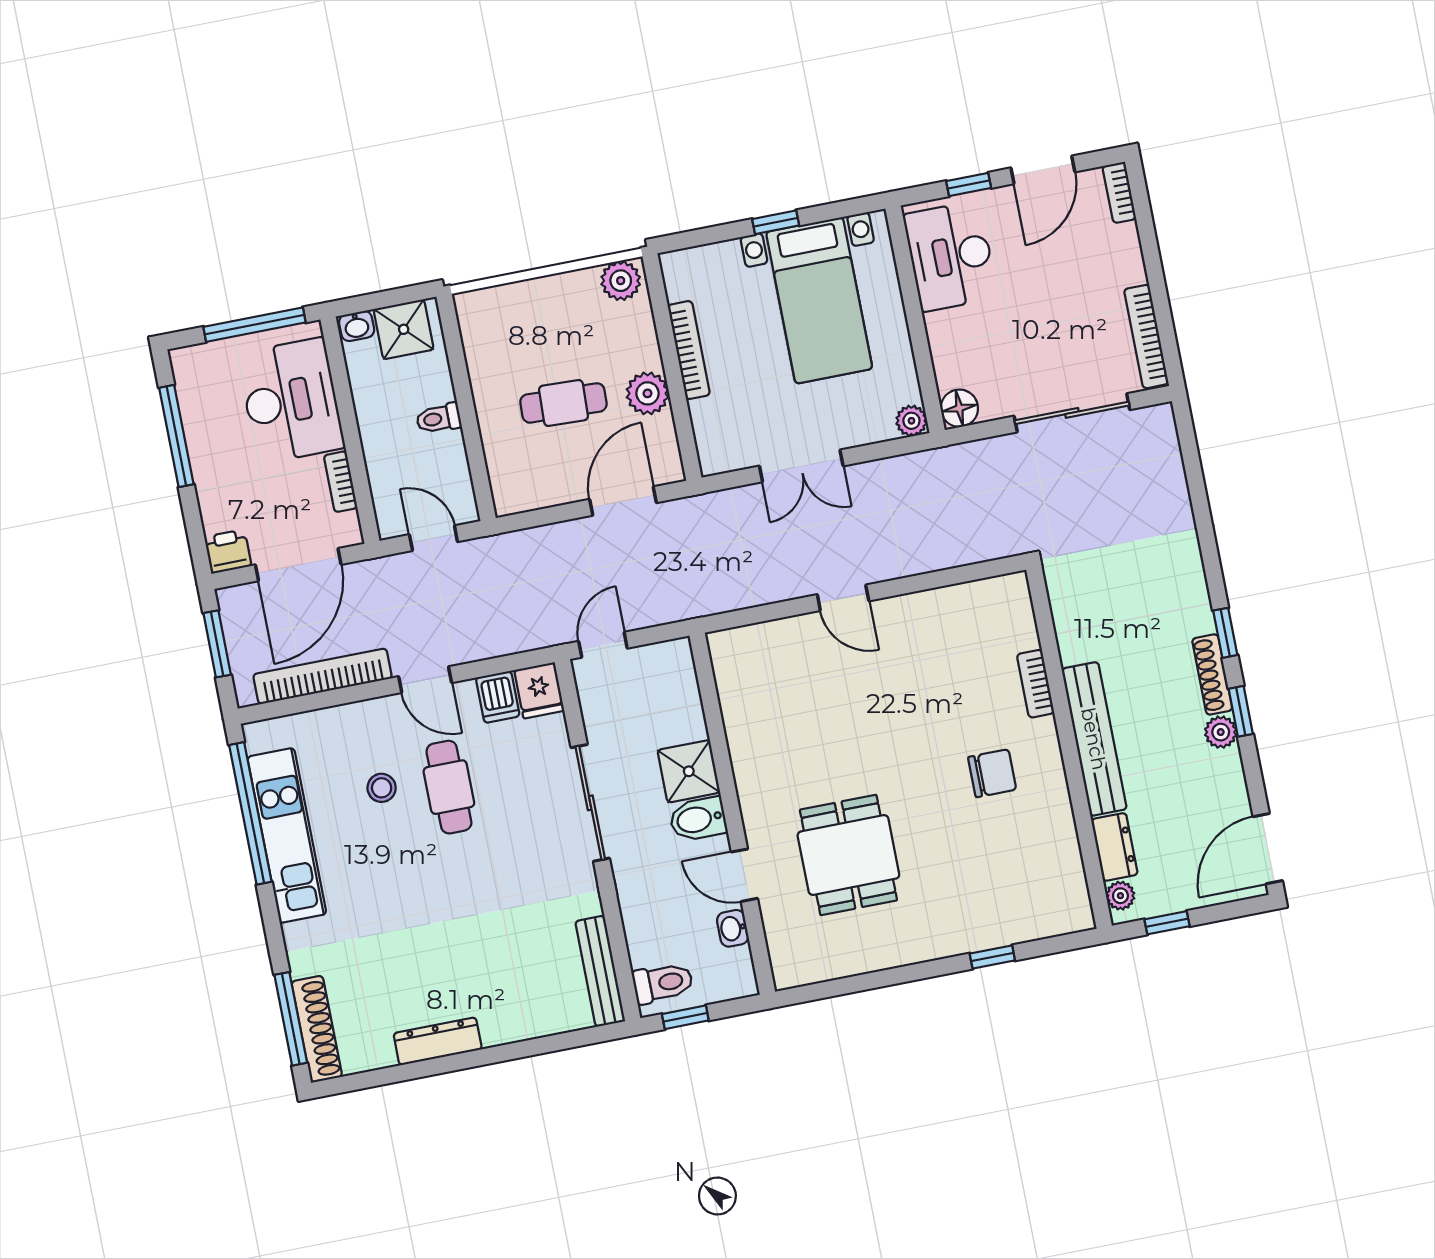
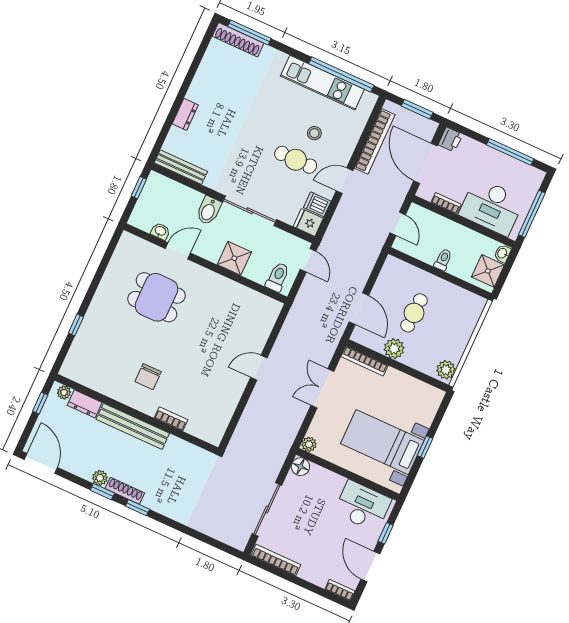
bookcase: (689, 350) -> (364, 361), moved
door: (433, 538) -> (398, 224), hinge flipped
bidet: (698, 819) -> (209, 210), moved, turned 180
toilet: (663, 983) -> (278, 277), moved, turned 180
dresser: (438, 1041) -> (185, 114), moved, width x0.70

